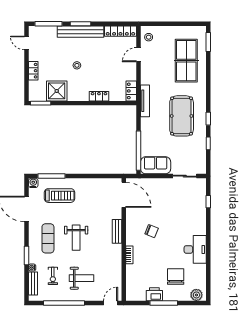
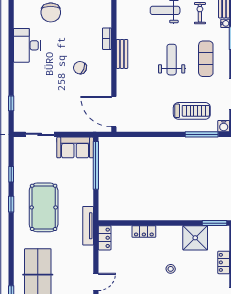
treadmill: (59, 196) -> (192, 111), turned 180
bench: (117, 231) -> (122, 54), moved

